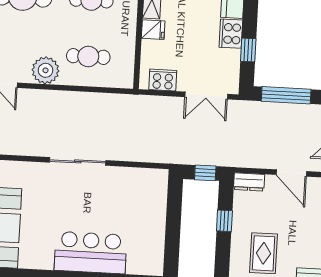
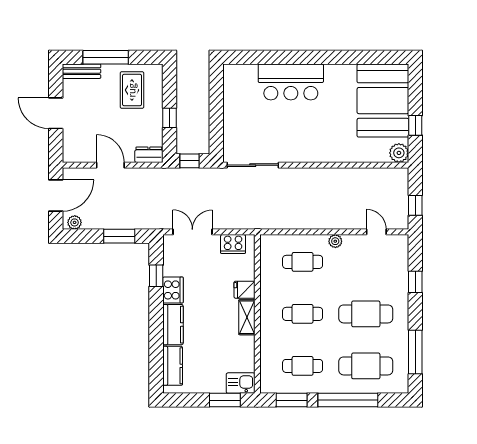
plant: (46, 70) -> (335, 241), width x0.53, depth x0.53
window: (286, 95) -> (119, 236), width x0.69
sliding door: (78, 161) -> (253, 165), moved

